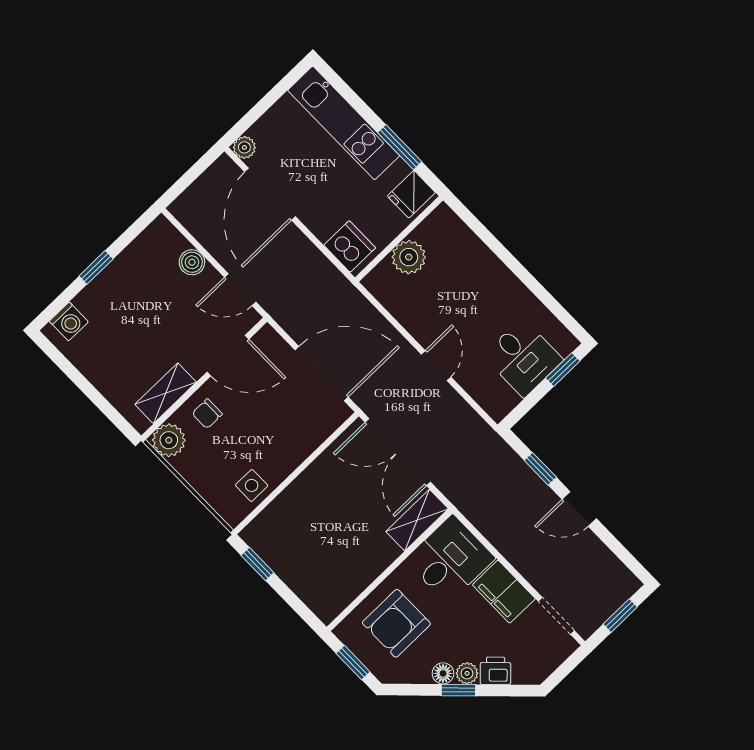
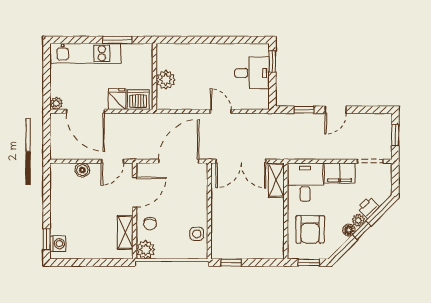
fridge: (411, 194) -> (117, 99), moved, turned 180
window: (96, 267) -> (47, 239), moved

